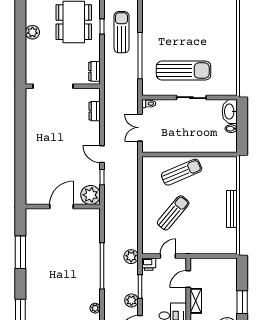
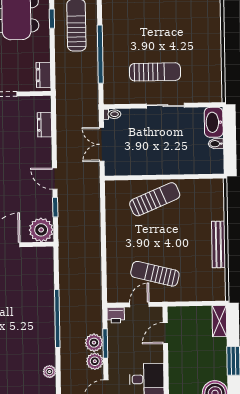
sun lounger: (184, 71) -> (155, 72), width x0.73, depth x0.75
sun lounger: (173, 213) -> (155, 274), moved, turned -116
plant: (131, 257) -> (94, 343), moved
shelving: (196, 301) -> (219, 321), moved

